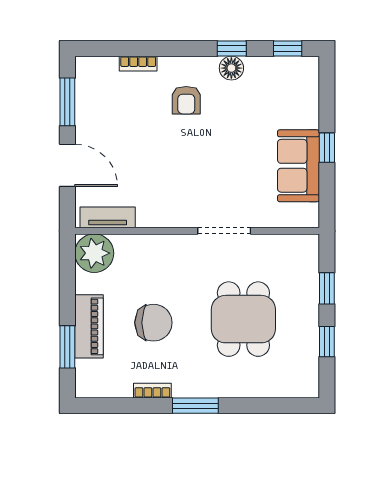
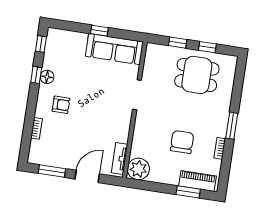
sofa: (298, 166) -> (114, 49), width x1.36
dining table: (243, 319) -> (197, 75), moved
piano: (89, 326) -> (198, 181), moved

